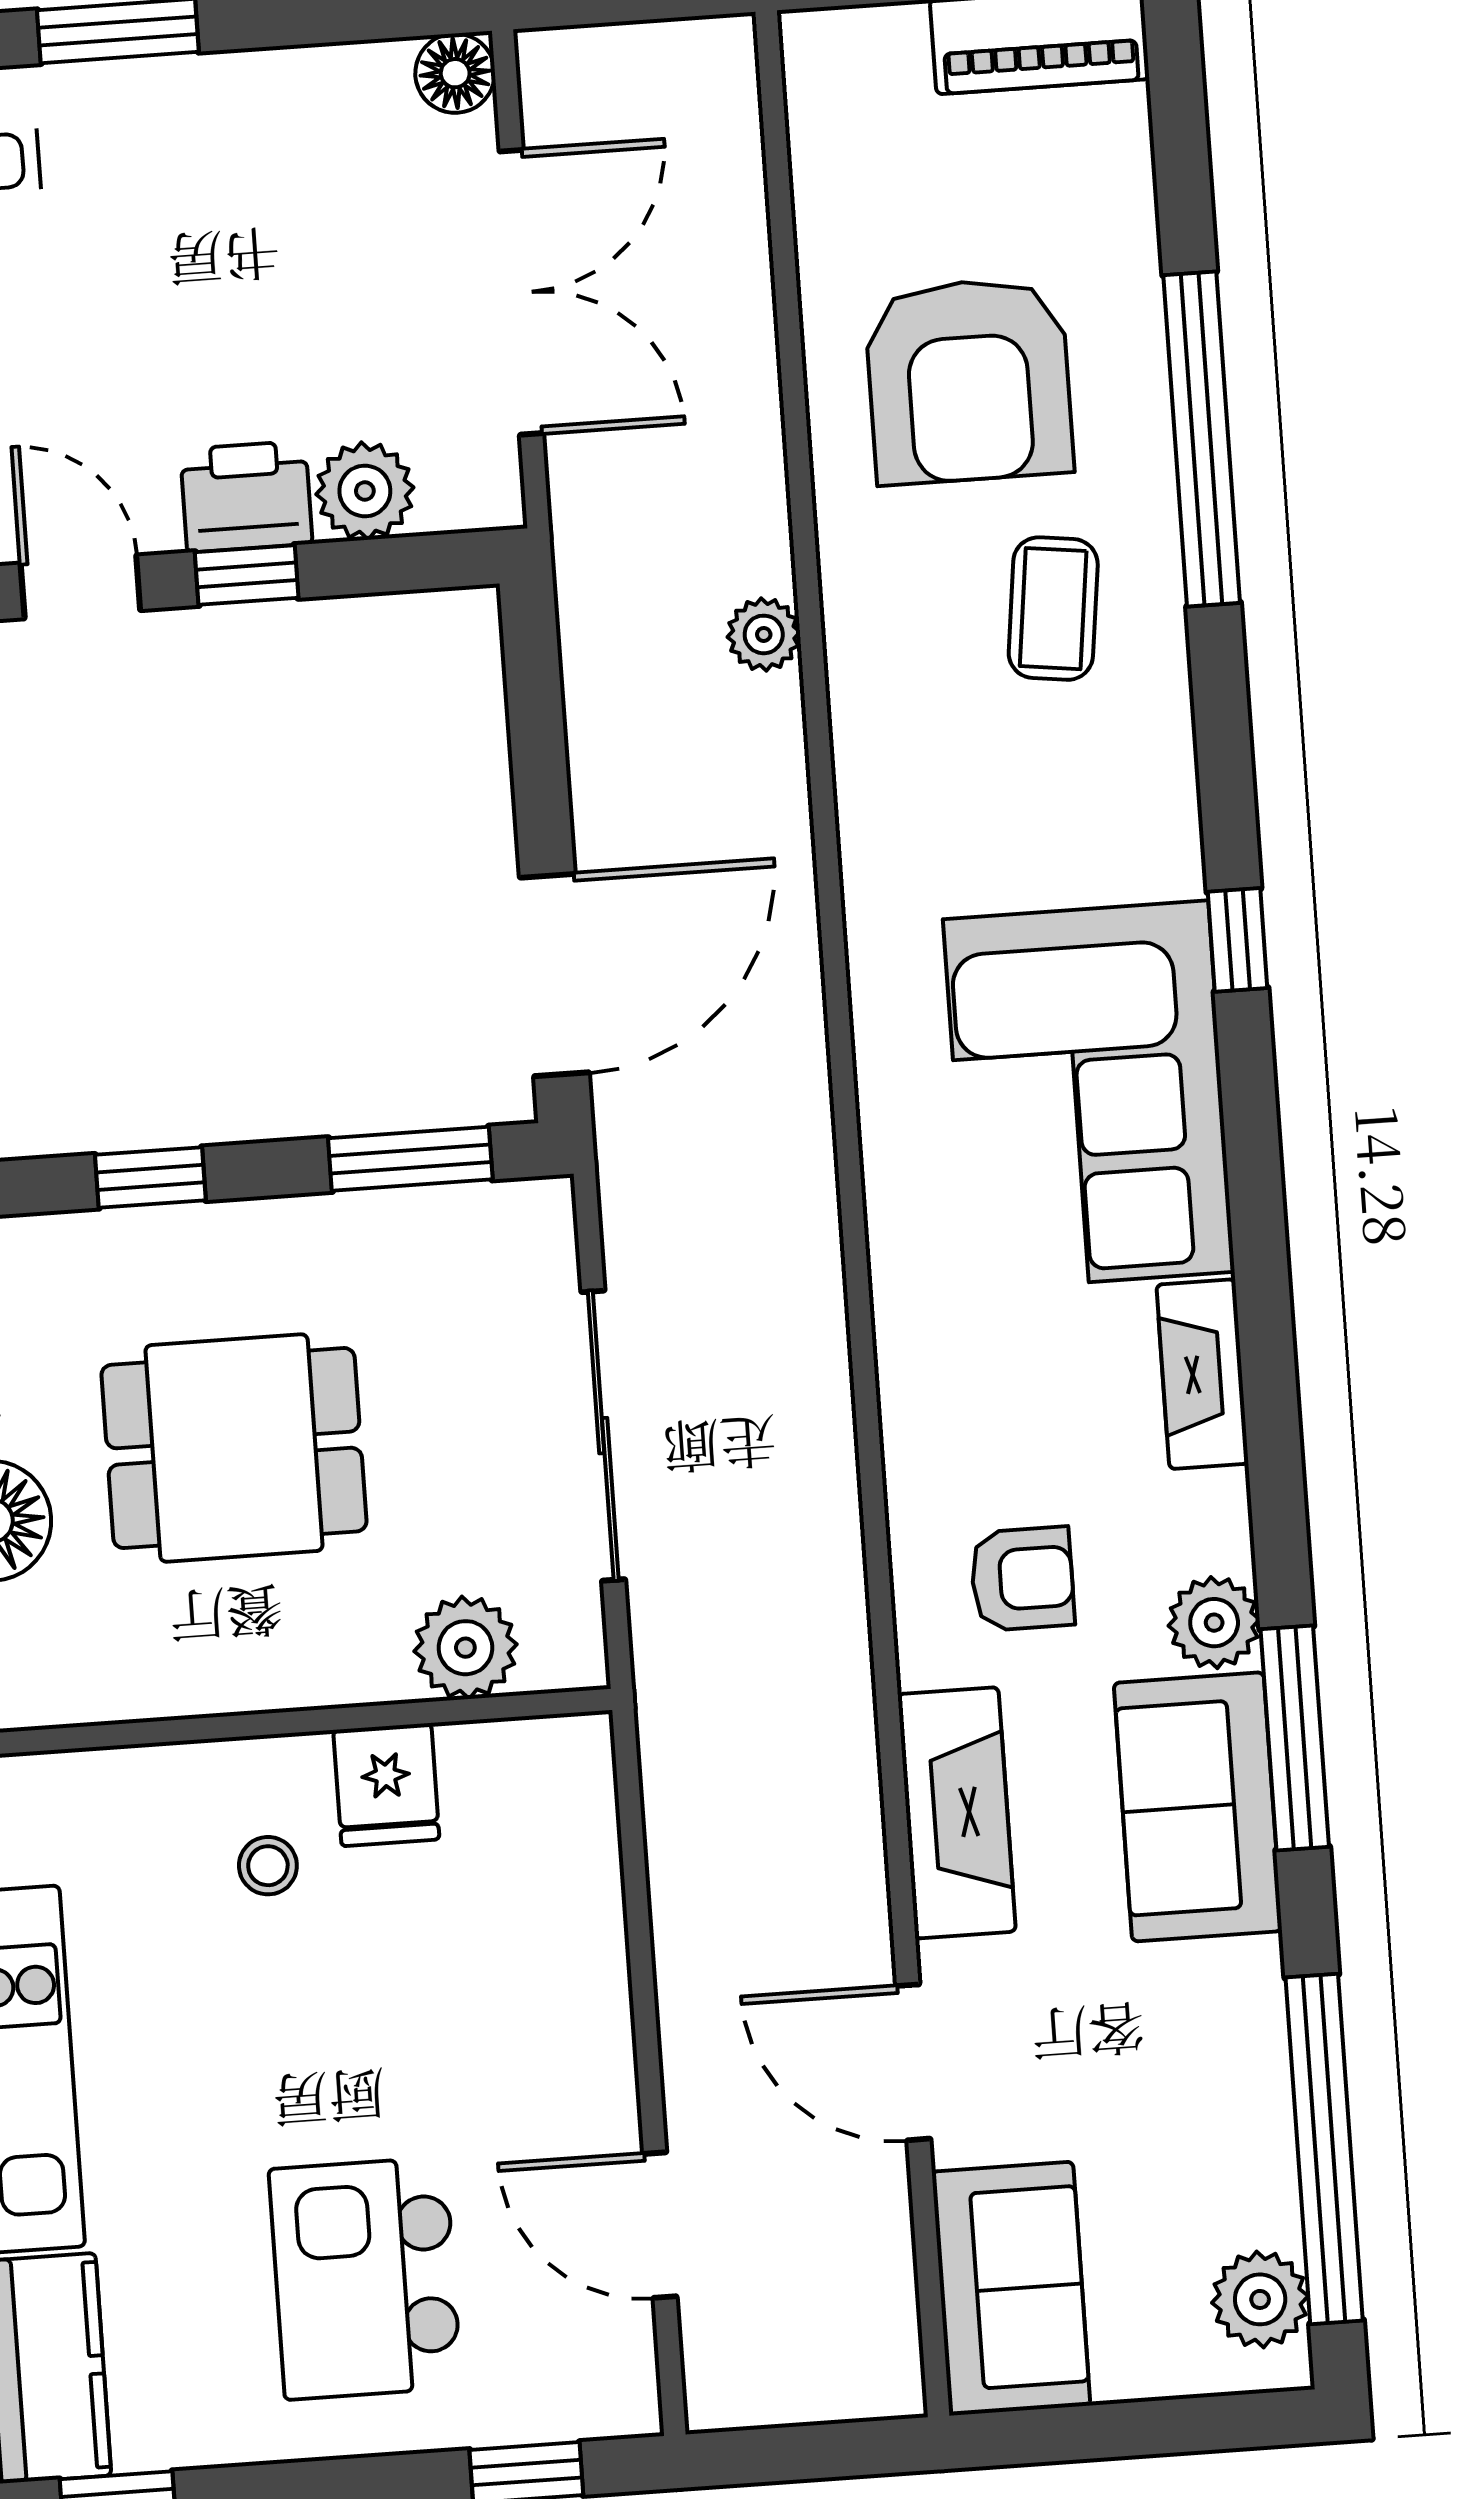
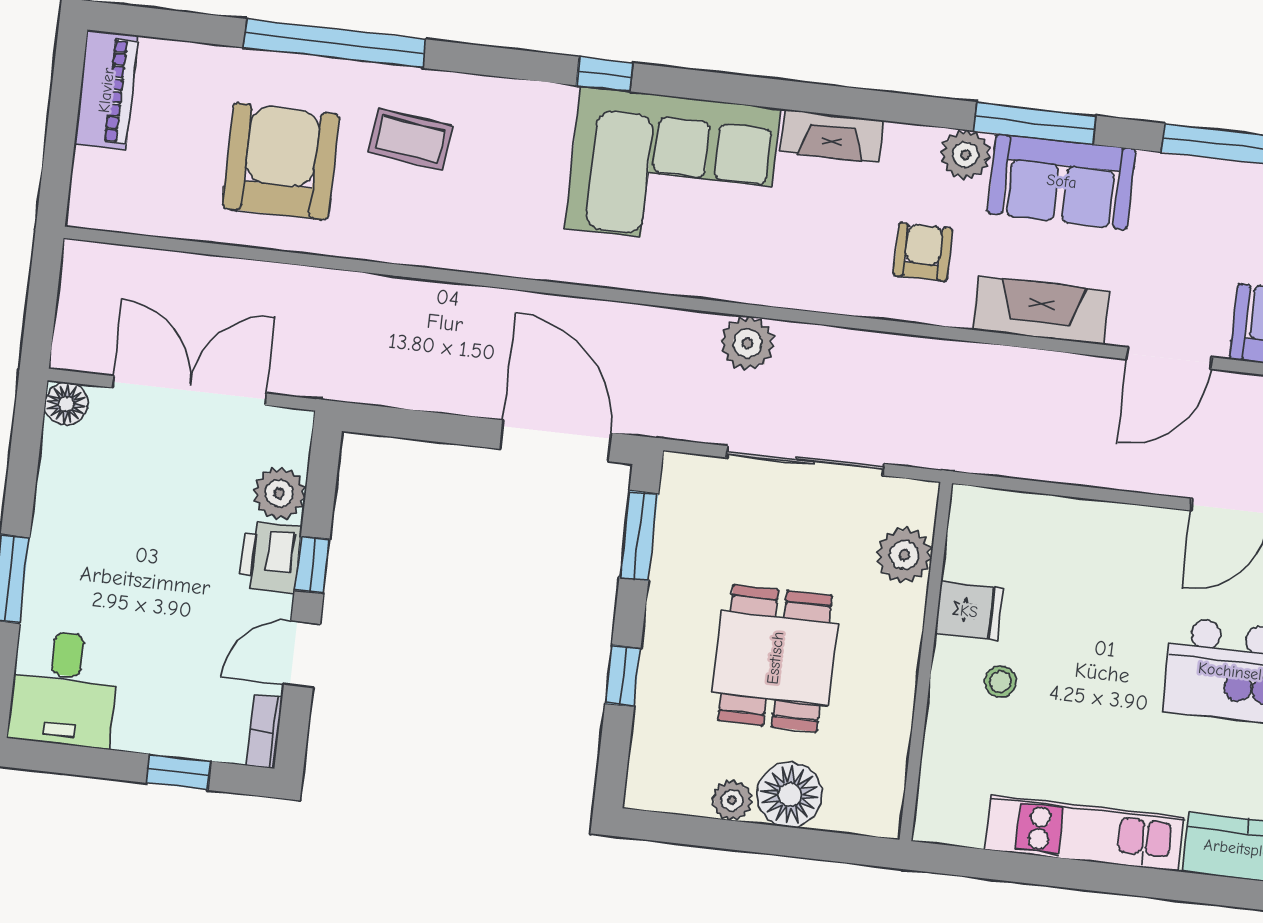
armchair: (969, 381) -> (281, 161), turned -90
plant: (764, 634) -> (747, 343), moved, width x1.38, depth x1.38

